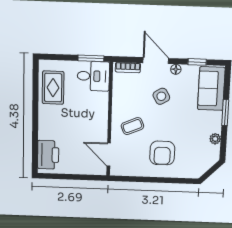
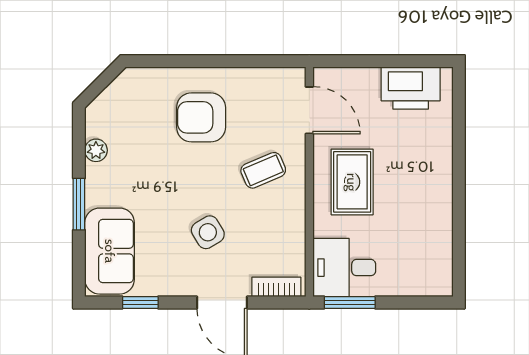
floor lamp: (176, 69) -> (182, 287), removed
rug: (53, 88) -> (352, 182), moved
armchair: (162, 153) -> (201, 117), turned -90
printer: (48, 155) -> (411, 88), moved, turned -90

